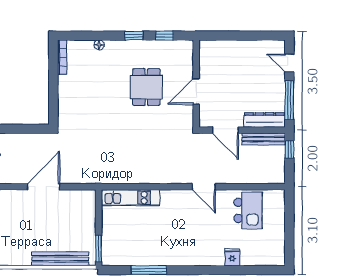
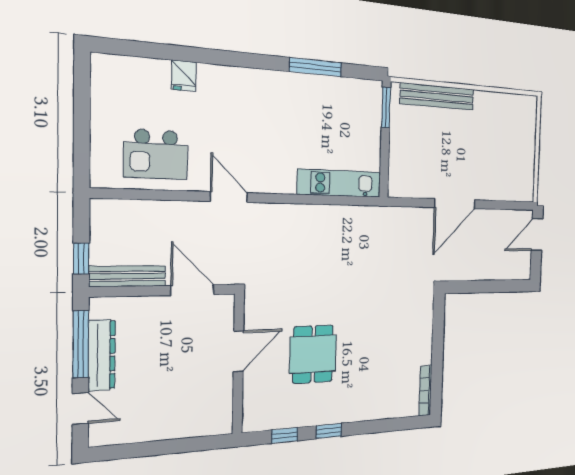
floor lamp: (99, 45) -> (377, 413), removed
dresser: (264, 120) -> (102, 355), moved, turned -90
kitchen island: (248, 210) -> (156, 154), turned -90

